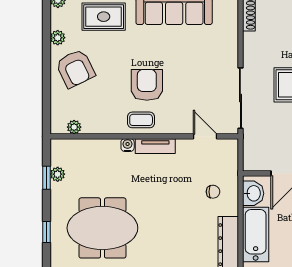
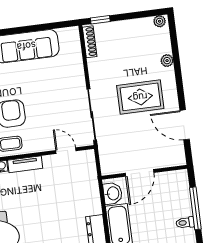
chair: (213, 192) -> (79, 196), removed

